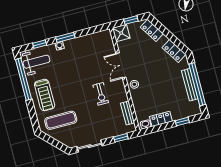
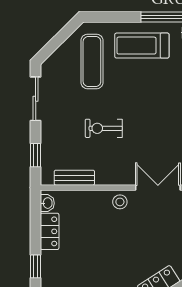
exercise bike: (101, 94) -> (104, 128), moved

